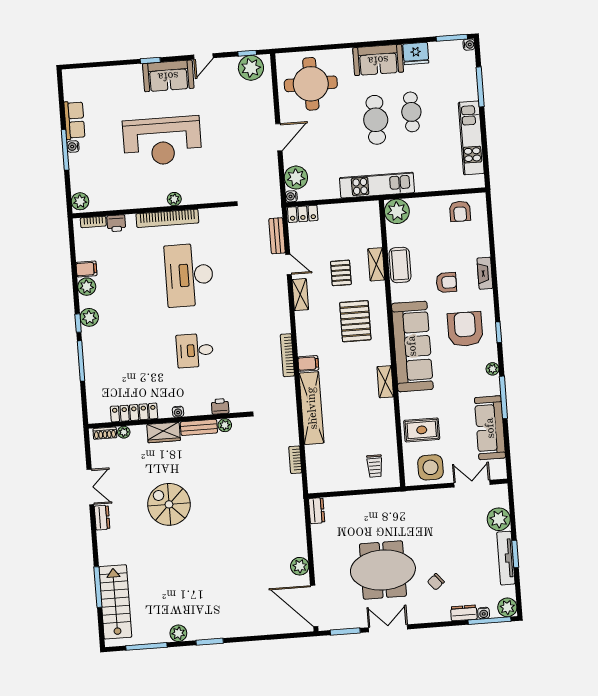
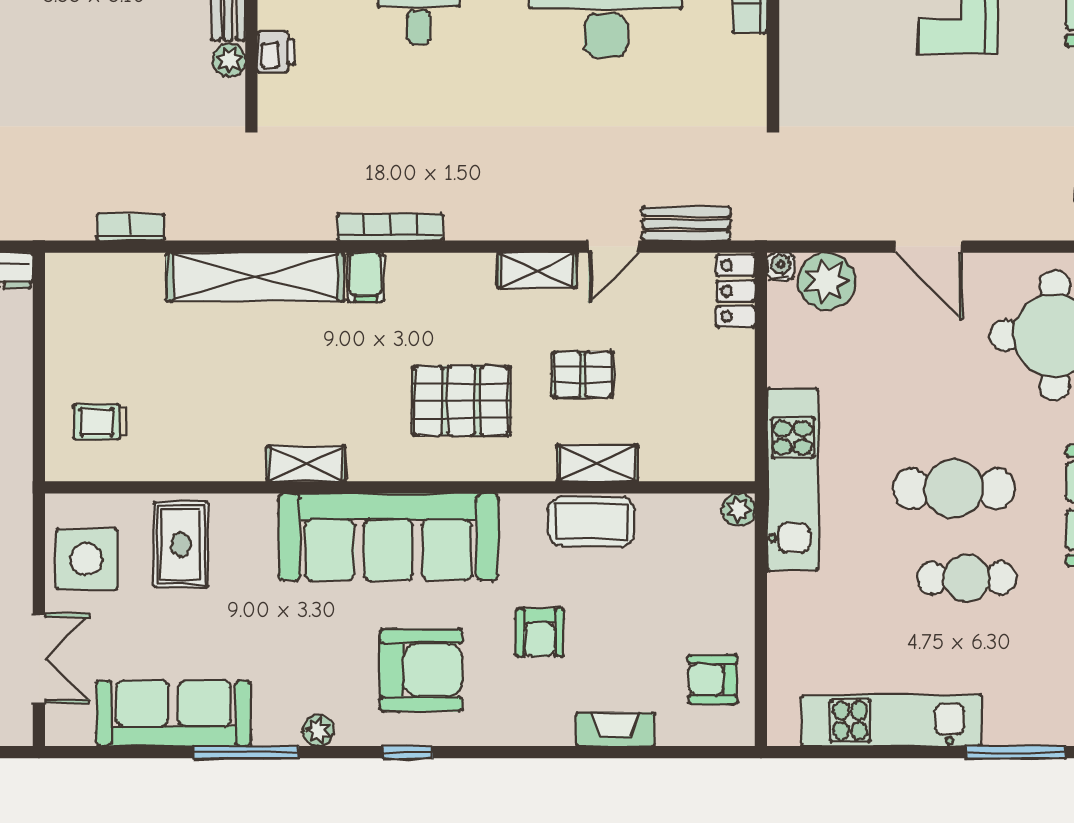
plant: (397, 211) -> (739, 510), width x0.53, depth x0.53
fireplace: (485, 273) -> (615, 729), moved

